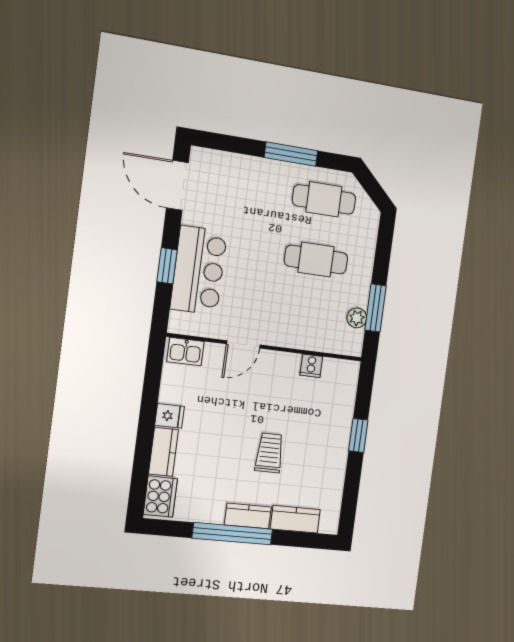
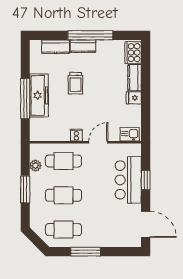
window: (376, 308) -> (25, 189), moved
cafe table: (308, 319) -> (64, 161), added
cooker: (311, 366) -> (76, 135), moved
window: (358, 435) -> (25, 98), width x2.11
freezer: (335, 438) -> (39, 95), added

